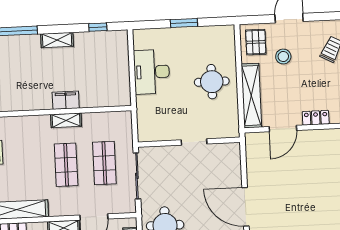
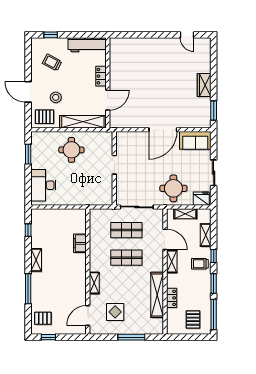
window: (184, 23) -> (28, 154), moved
desk: (152, 72) -> (43, 185), moved, turned 90
filing cabinet: (66, 100) -> (80, 243), moved
shelving: (66, 120) -> (94, 283), moved
door: (283, 129) -> (108, 100), hinge flipped

